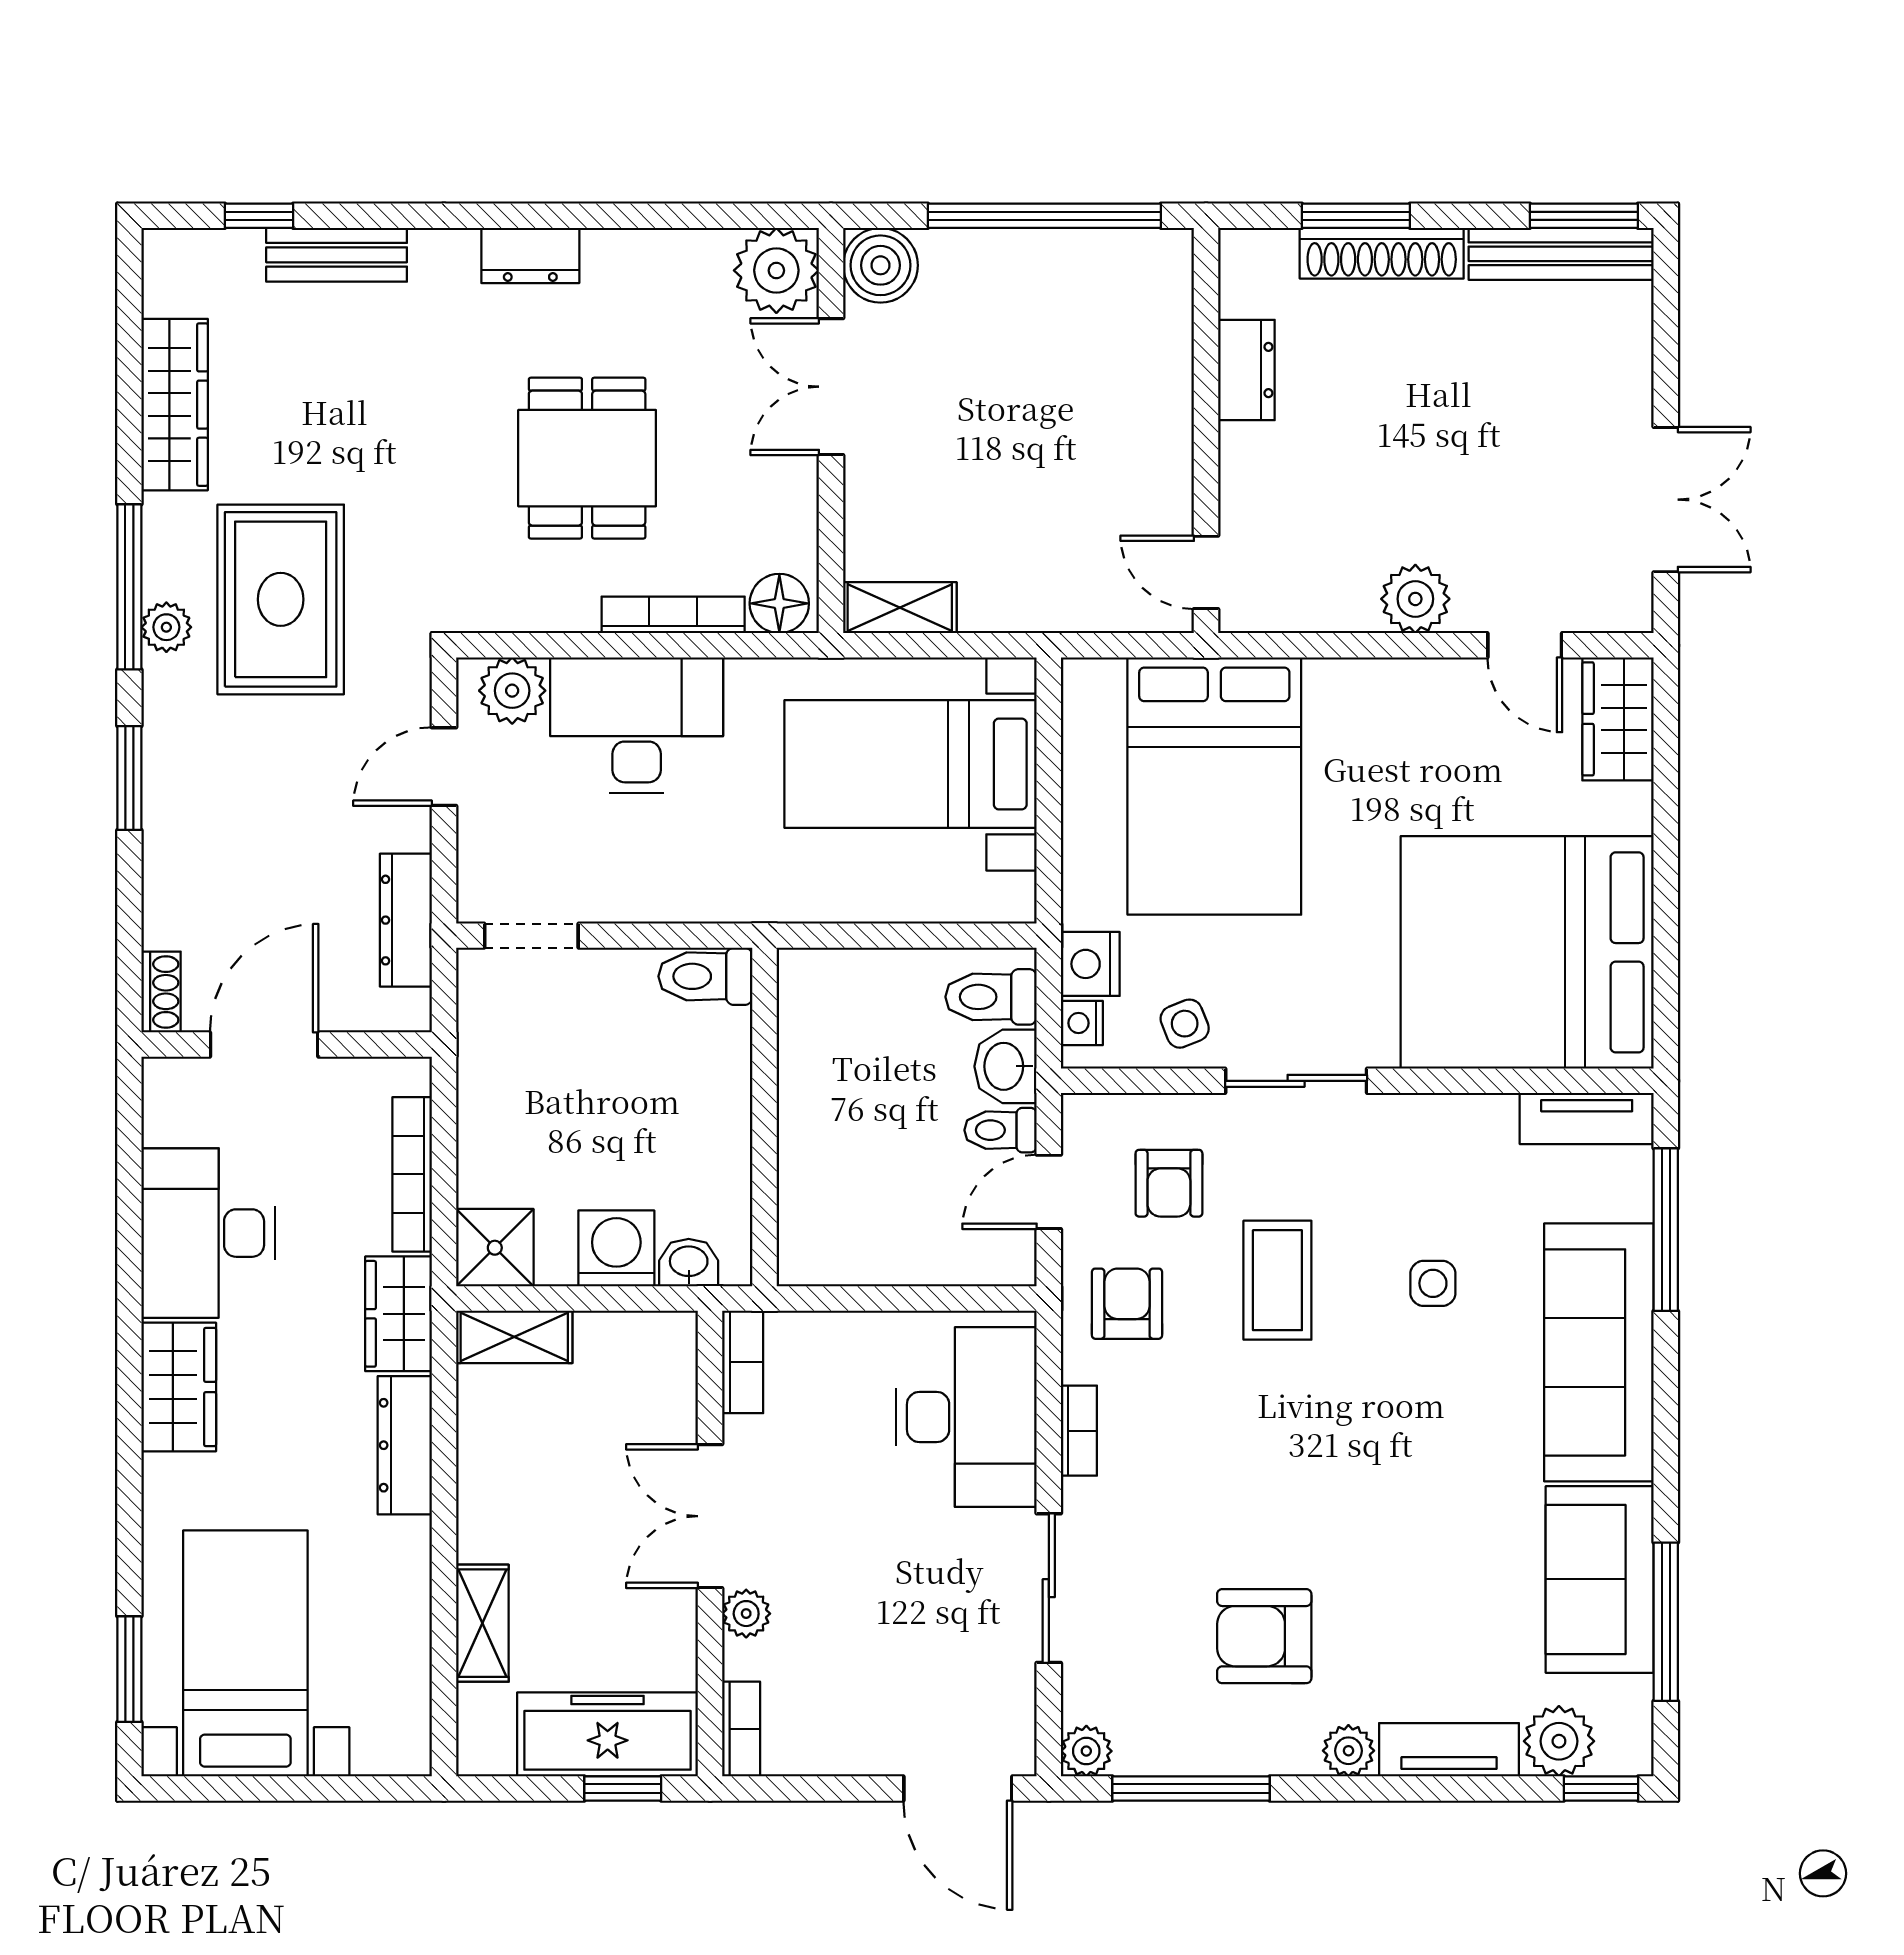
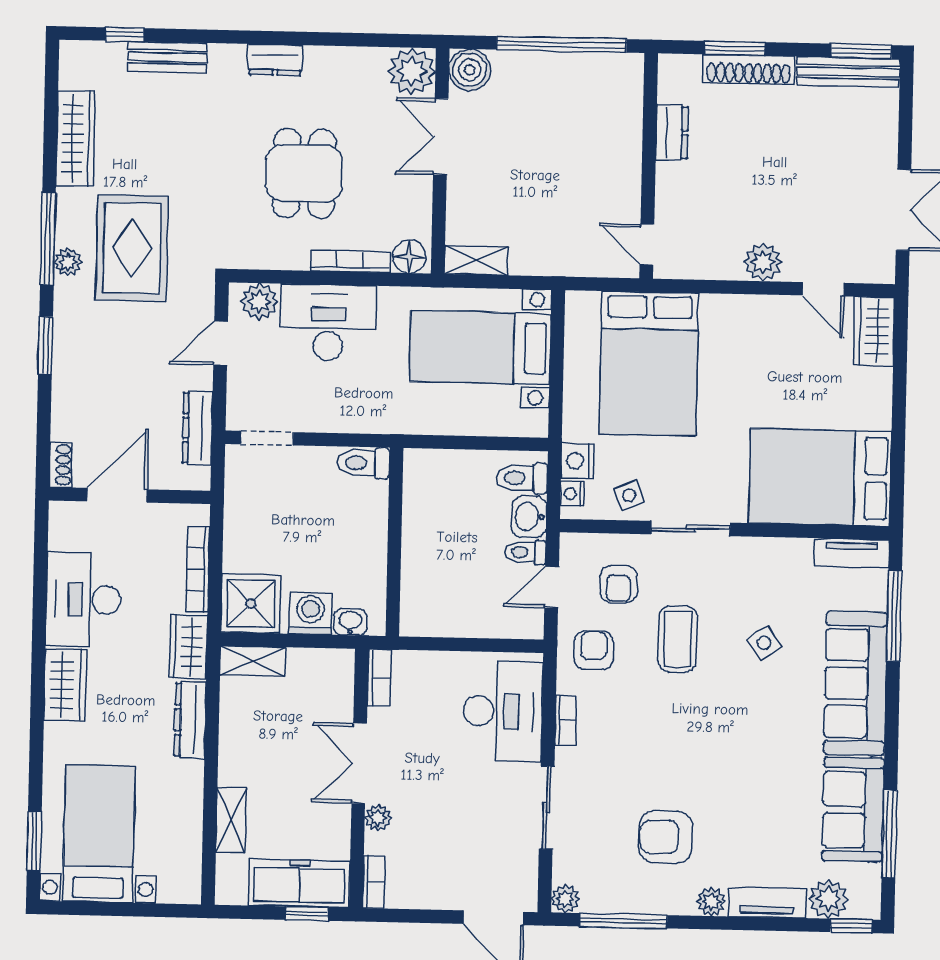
bed: (1527, 952) -> (820, 477), width x0.73
shower: (495, 1248) -> (251, 604), width x1.36, depth x1.36
side table: (1433, 1283) -> (764, 643), turned -34

